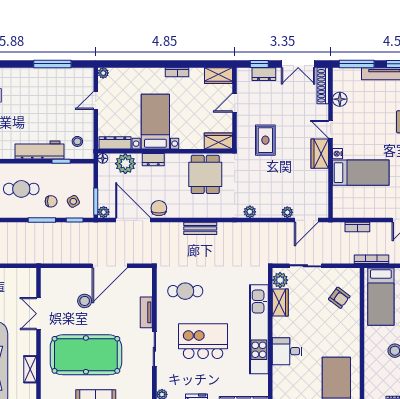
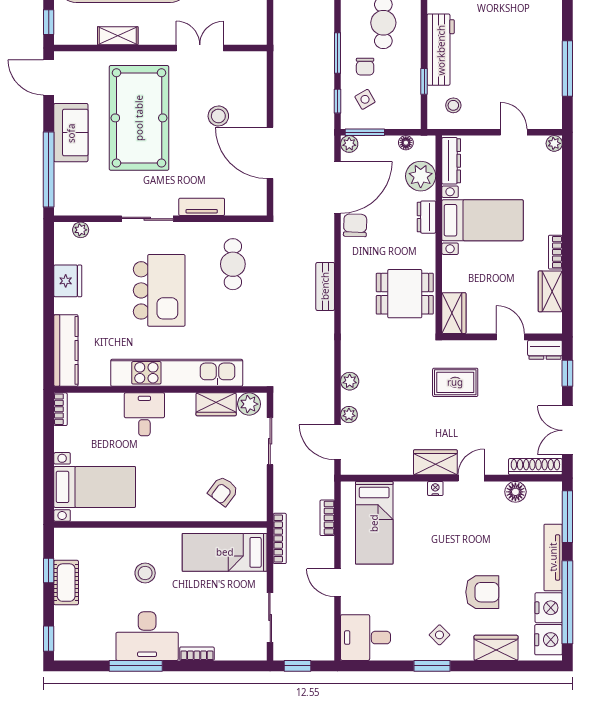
dresser: (264, 74) -> (545, 350), moved, turned -90
wardrobe: (218, 76) -> (550, 291), moved
floor lamp: (103, 158) -> (406, 143), moved
bed: (361, 173) -> (374, 523), moved
chair: (159, 208) -> (355, 225), turned -88
plant: (250, 212) -> (350, 381), moved

